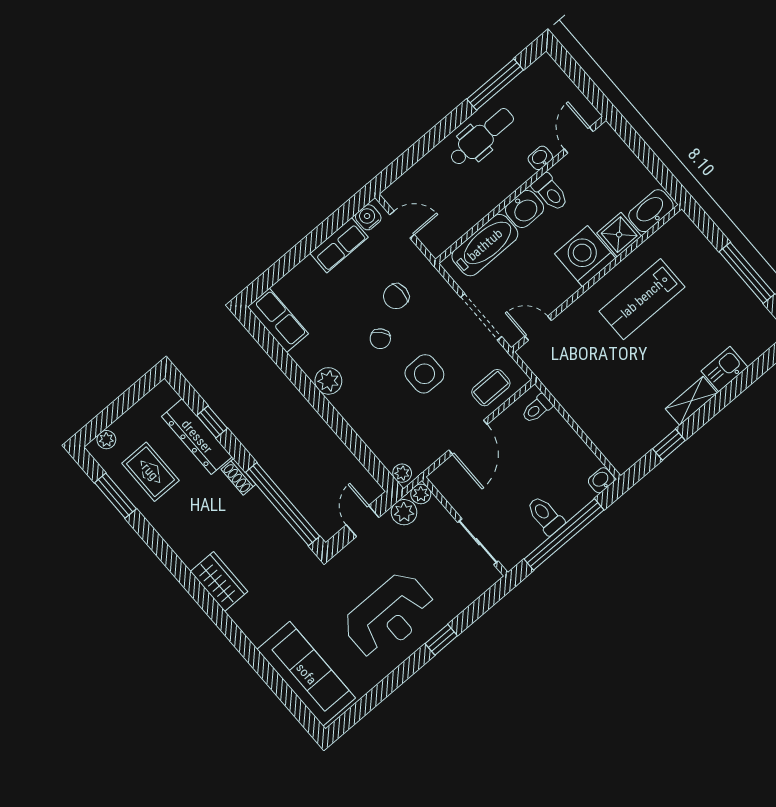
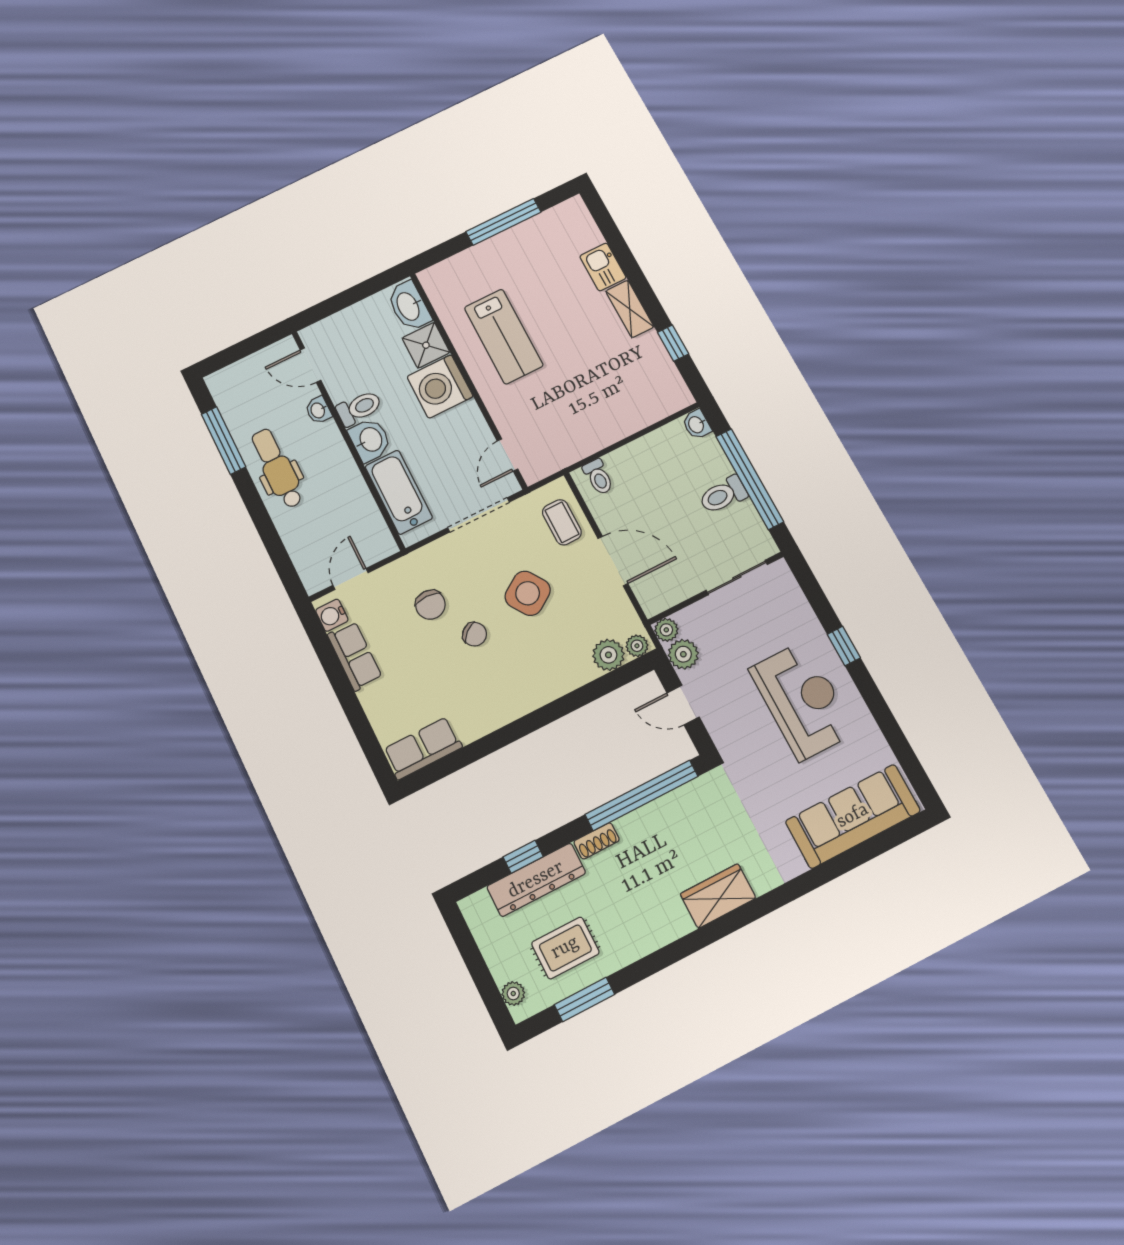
side table: (424, 374) -> (528, 593), turned -34
plant: (328, 381) -> (608, 655), moved

